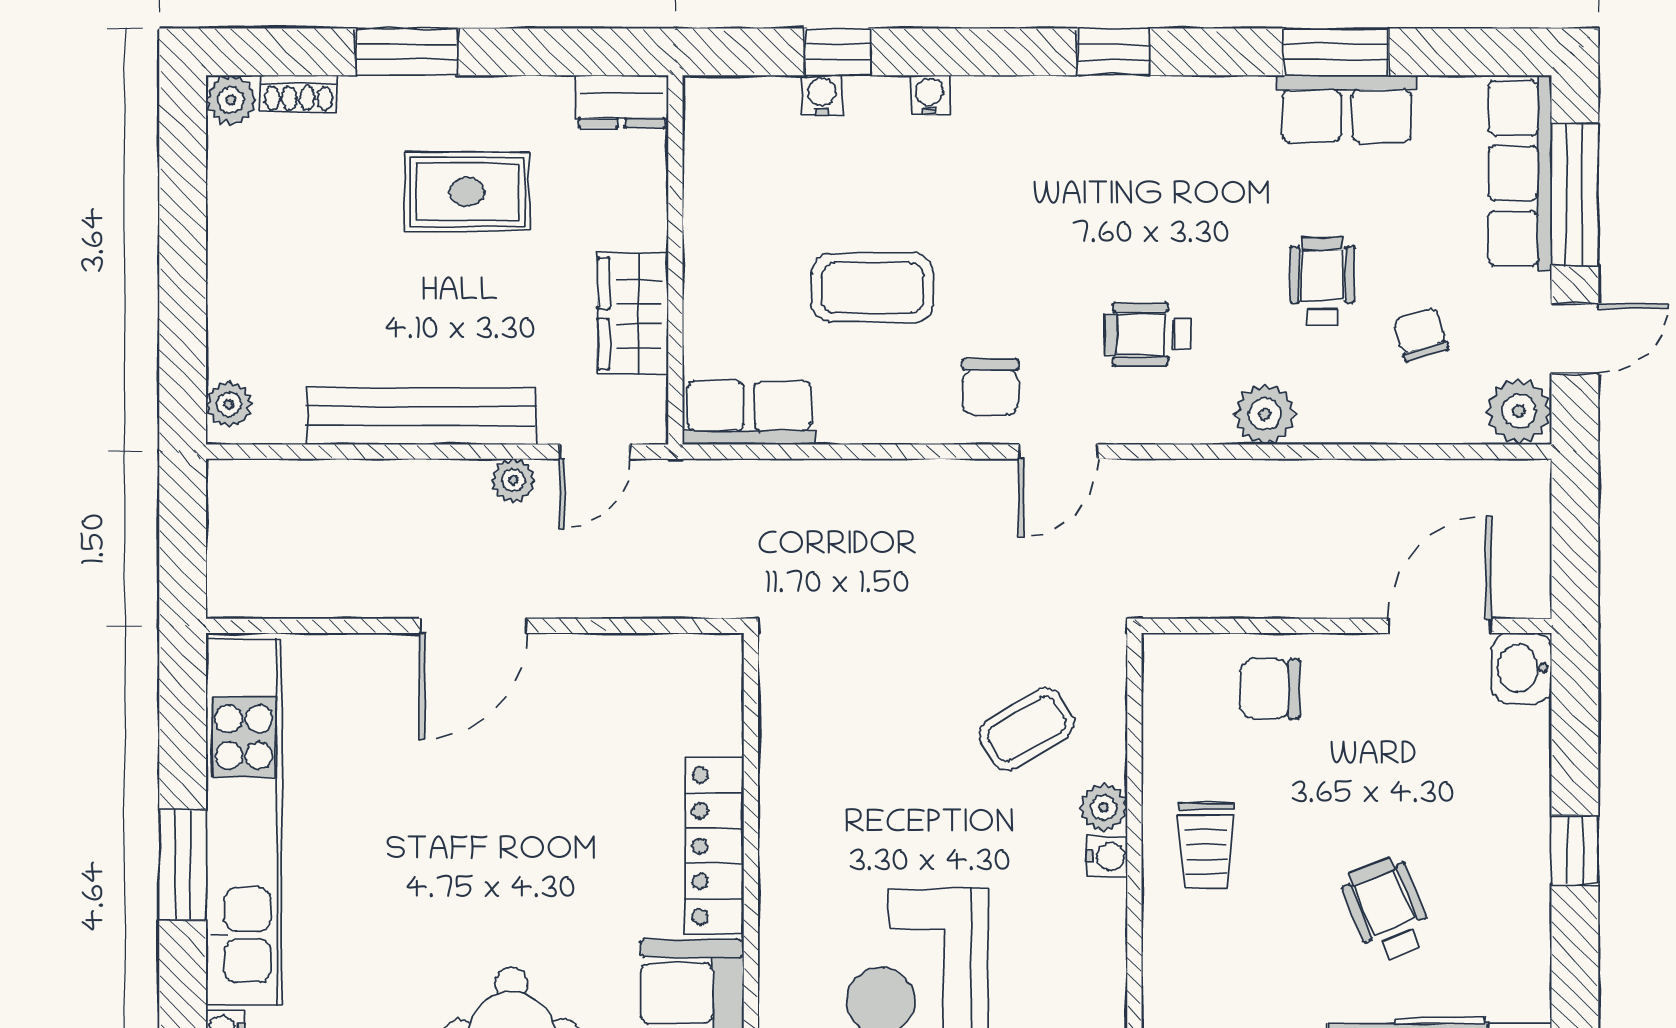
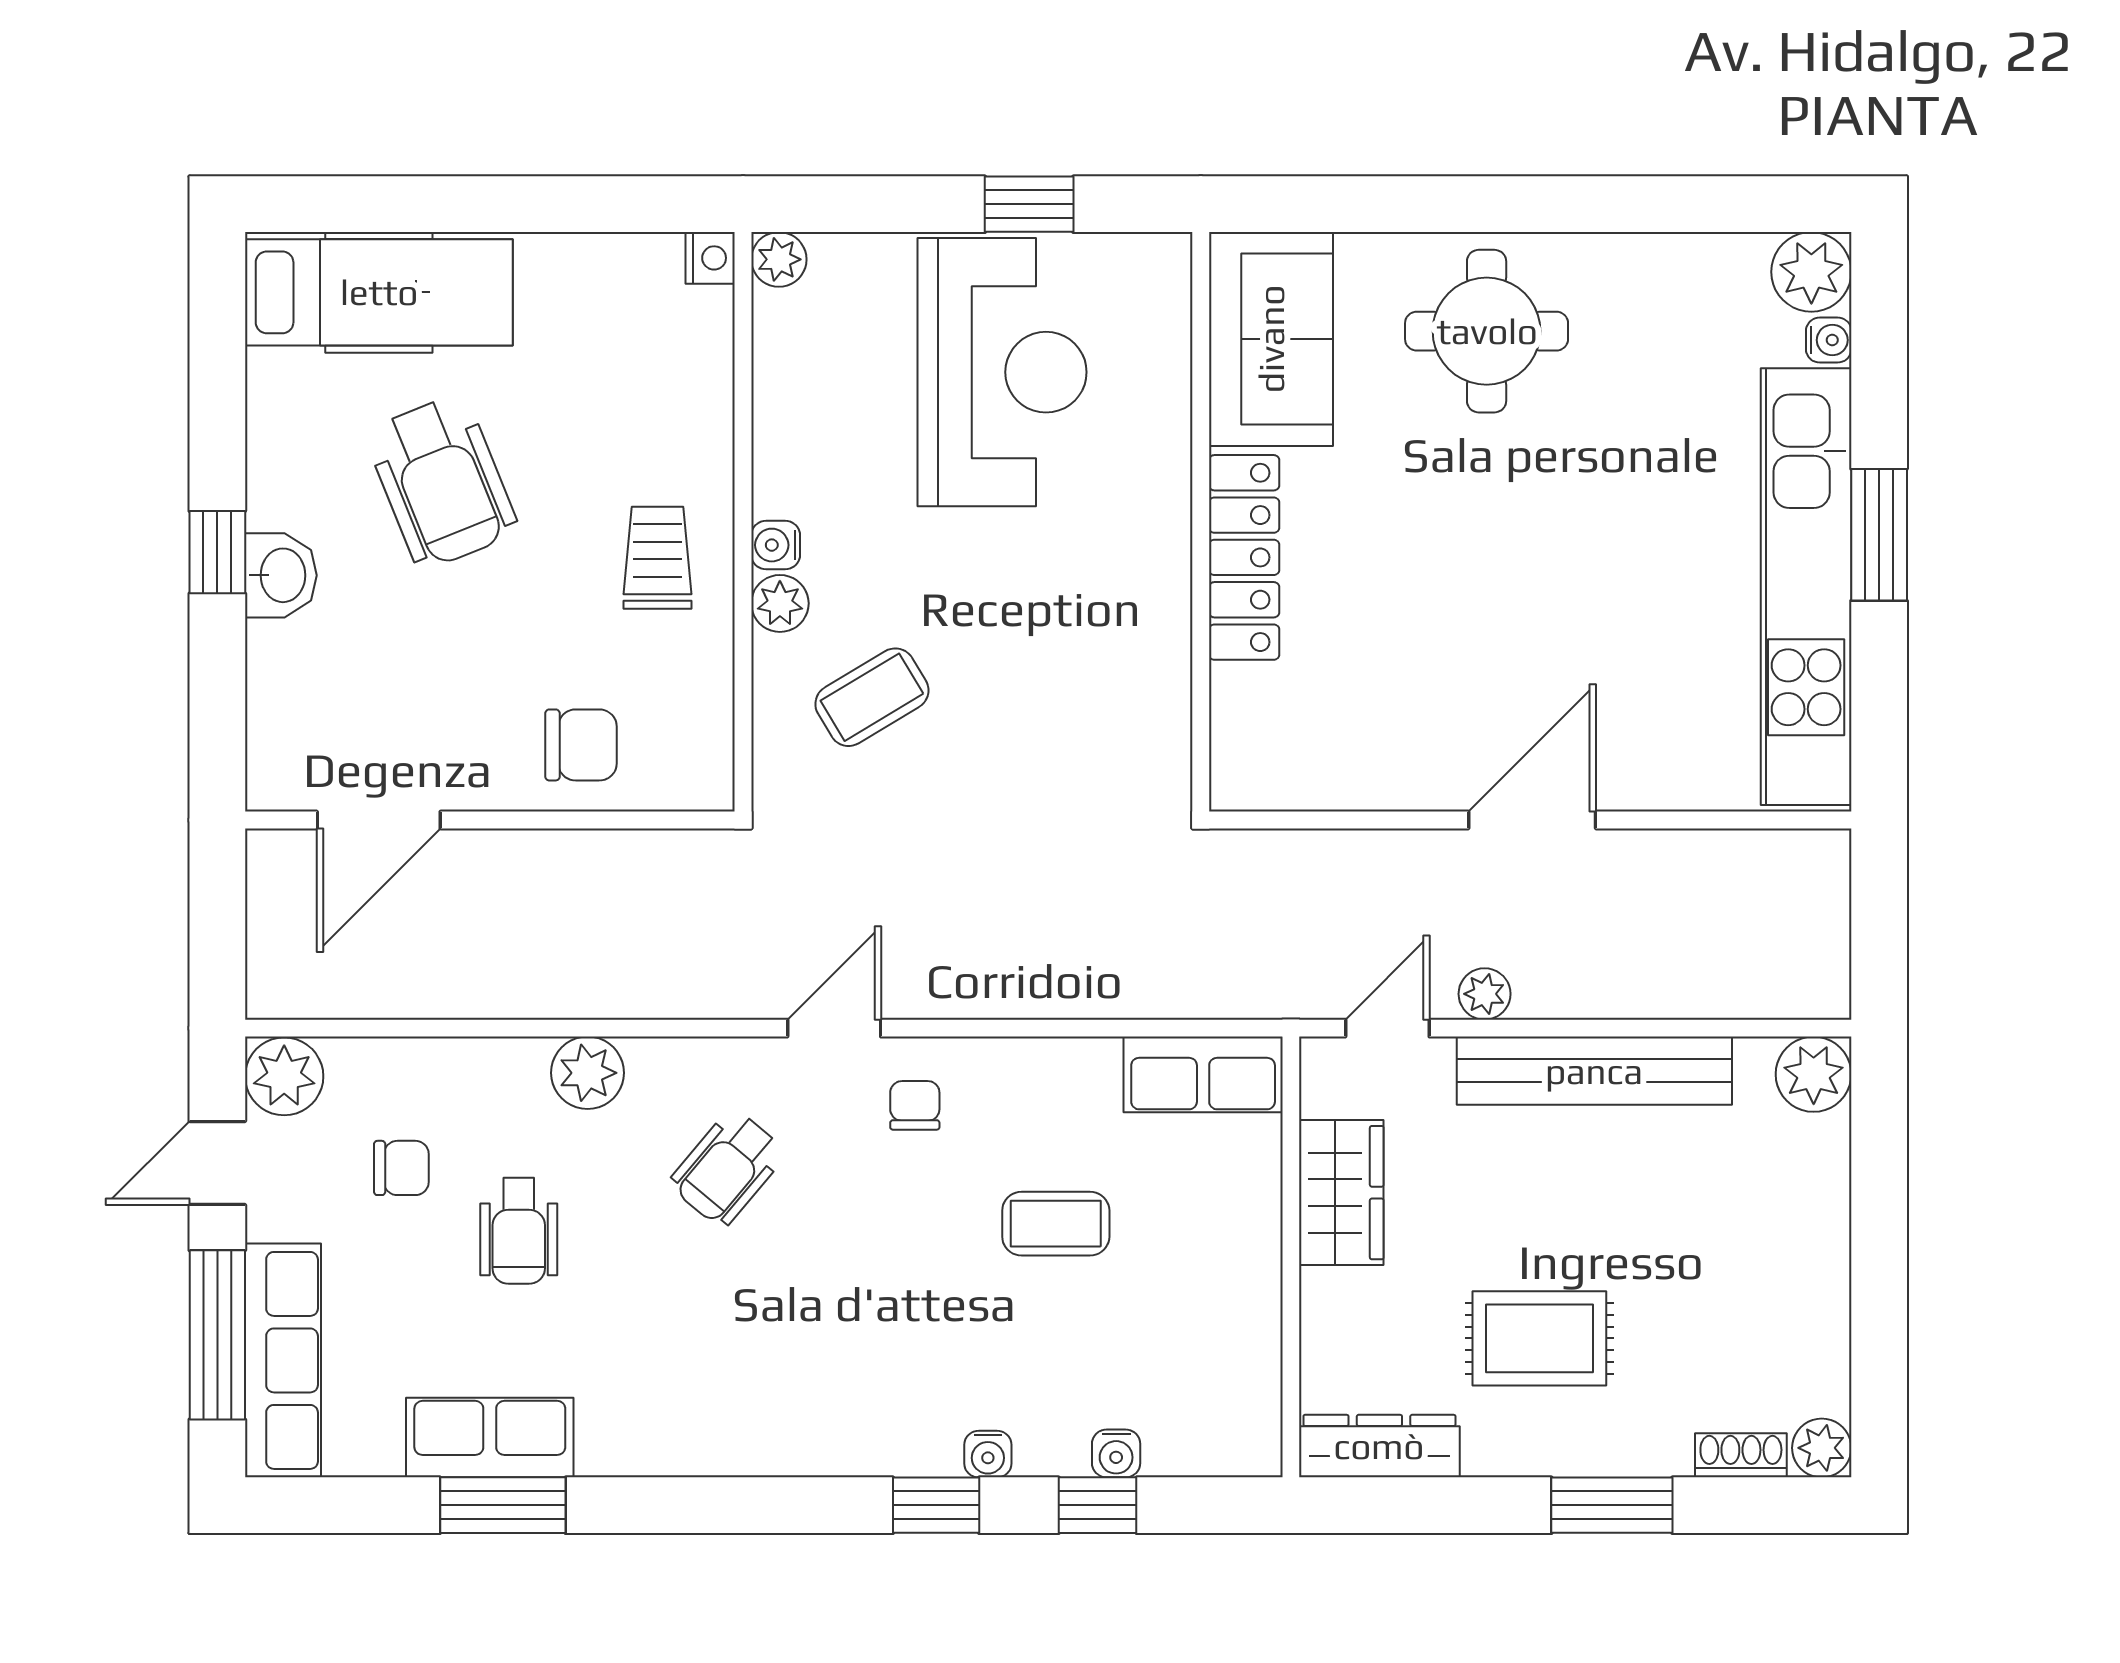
window: (1113, 52) -> (936, 1505), moved
dresser: (622, 101) -> (1379, 1446), width x1.44
coffee table: (872, 288) -> (1056, 1224), width x0.73, depth x0.77
wheelchair: (1148, 334) -> (727, 1168), turned 130
chair: (1421, 334) -> (401, 1168), turned -73
chair: (991, 387) -> (915, 1105), width x0.73, depth x0.73
plant: (229, 404) -> (1814, 1074), width x1.38, depth x1.38
washbasin: (1522, 668) -> (281, 575), moved
wheelchair: (1387, 909) -> (442, 482), width x1.36, depth x1.37

